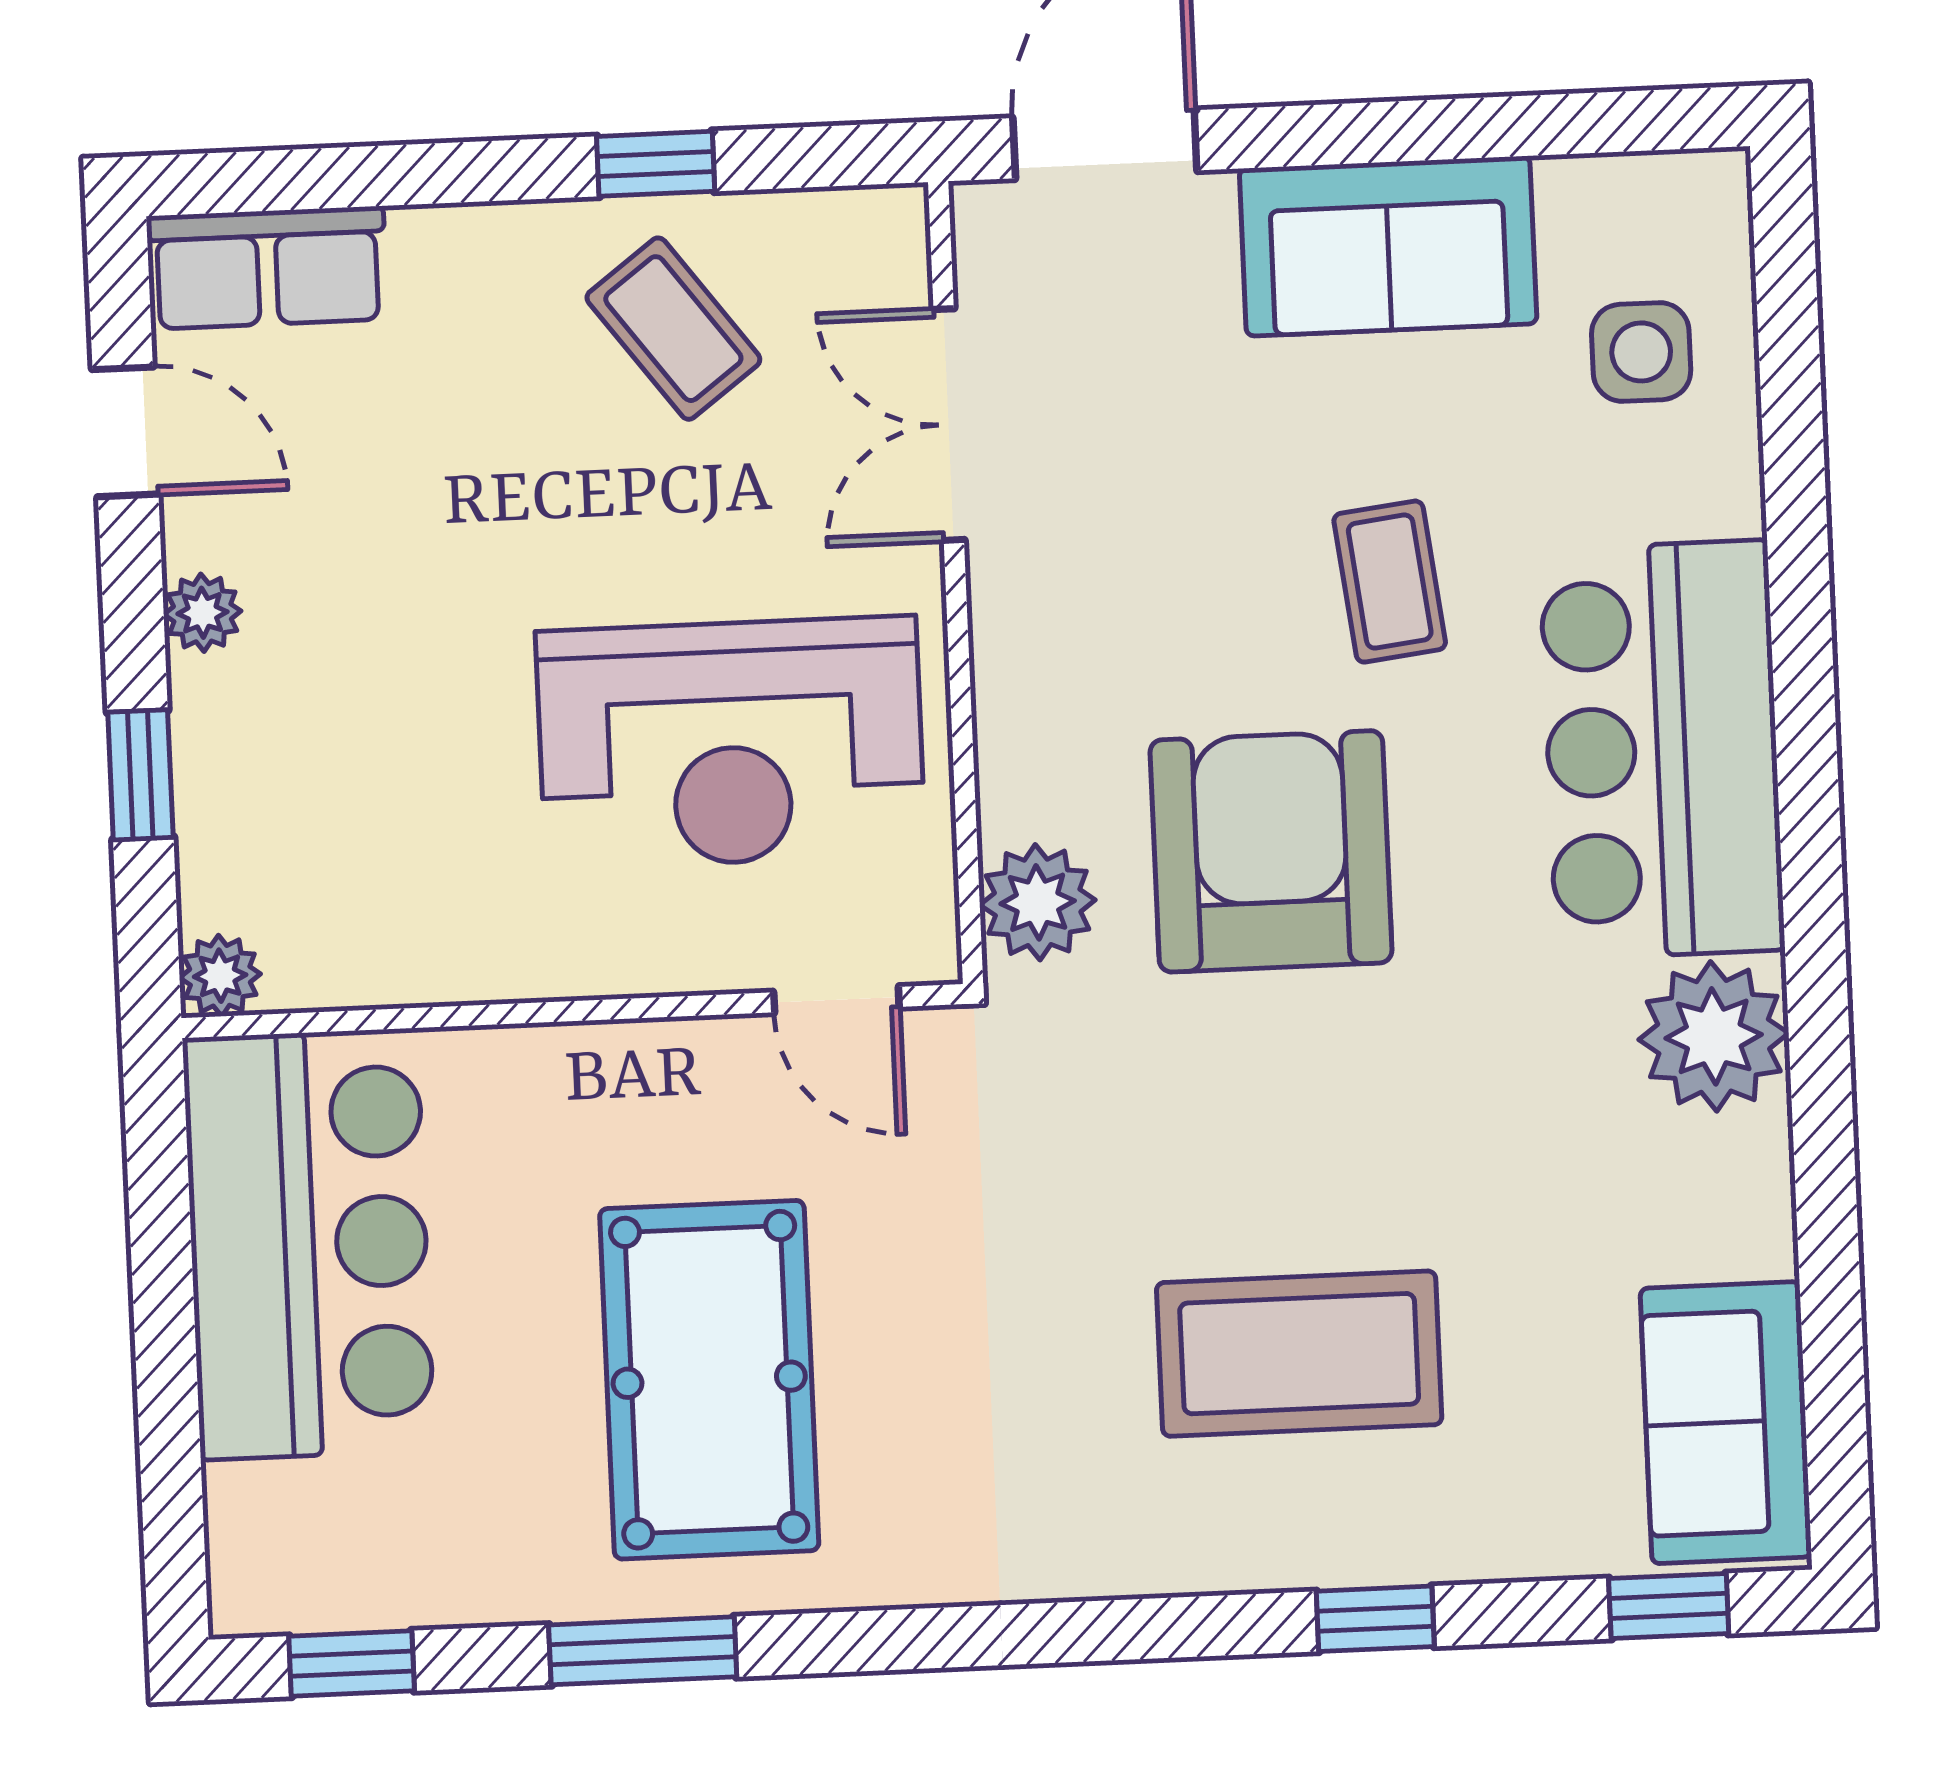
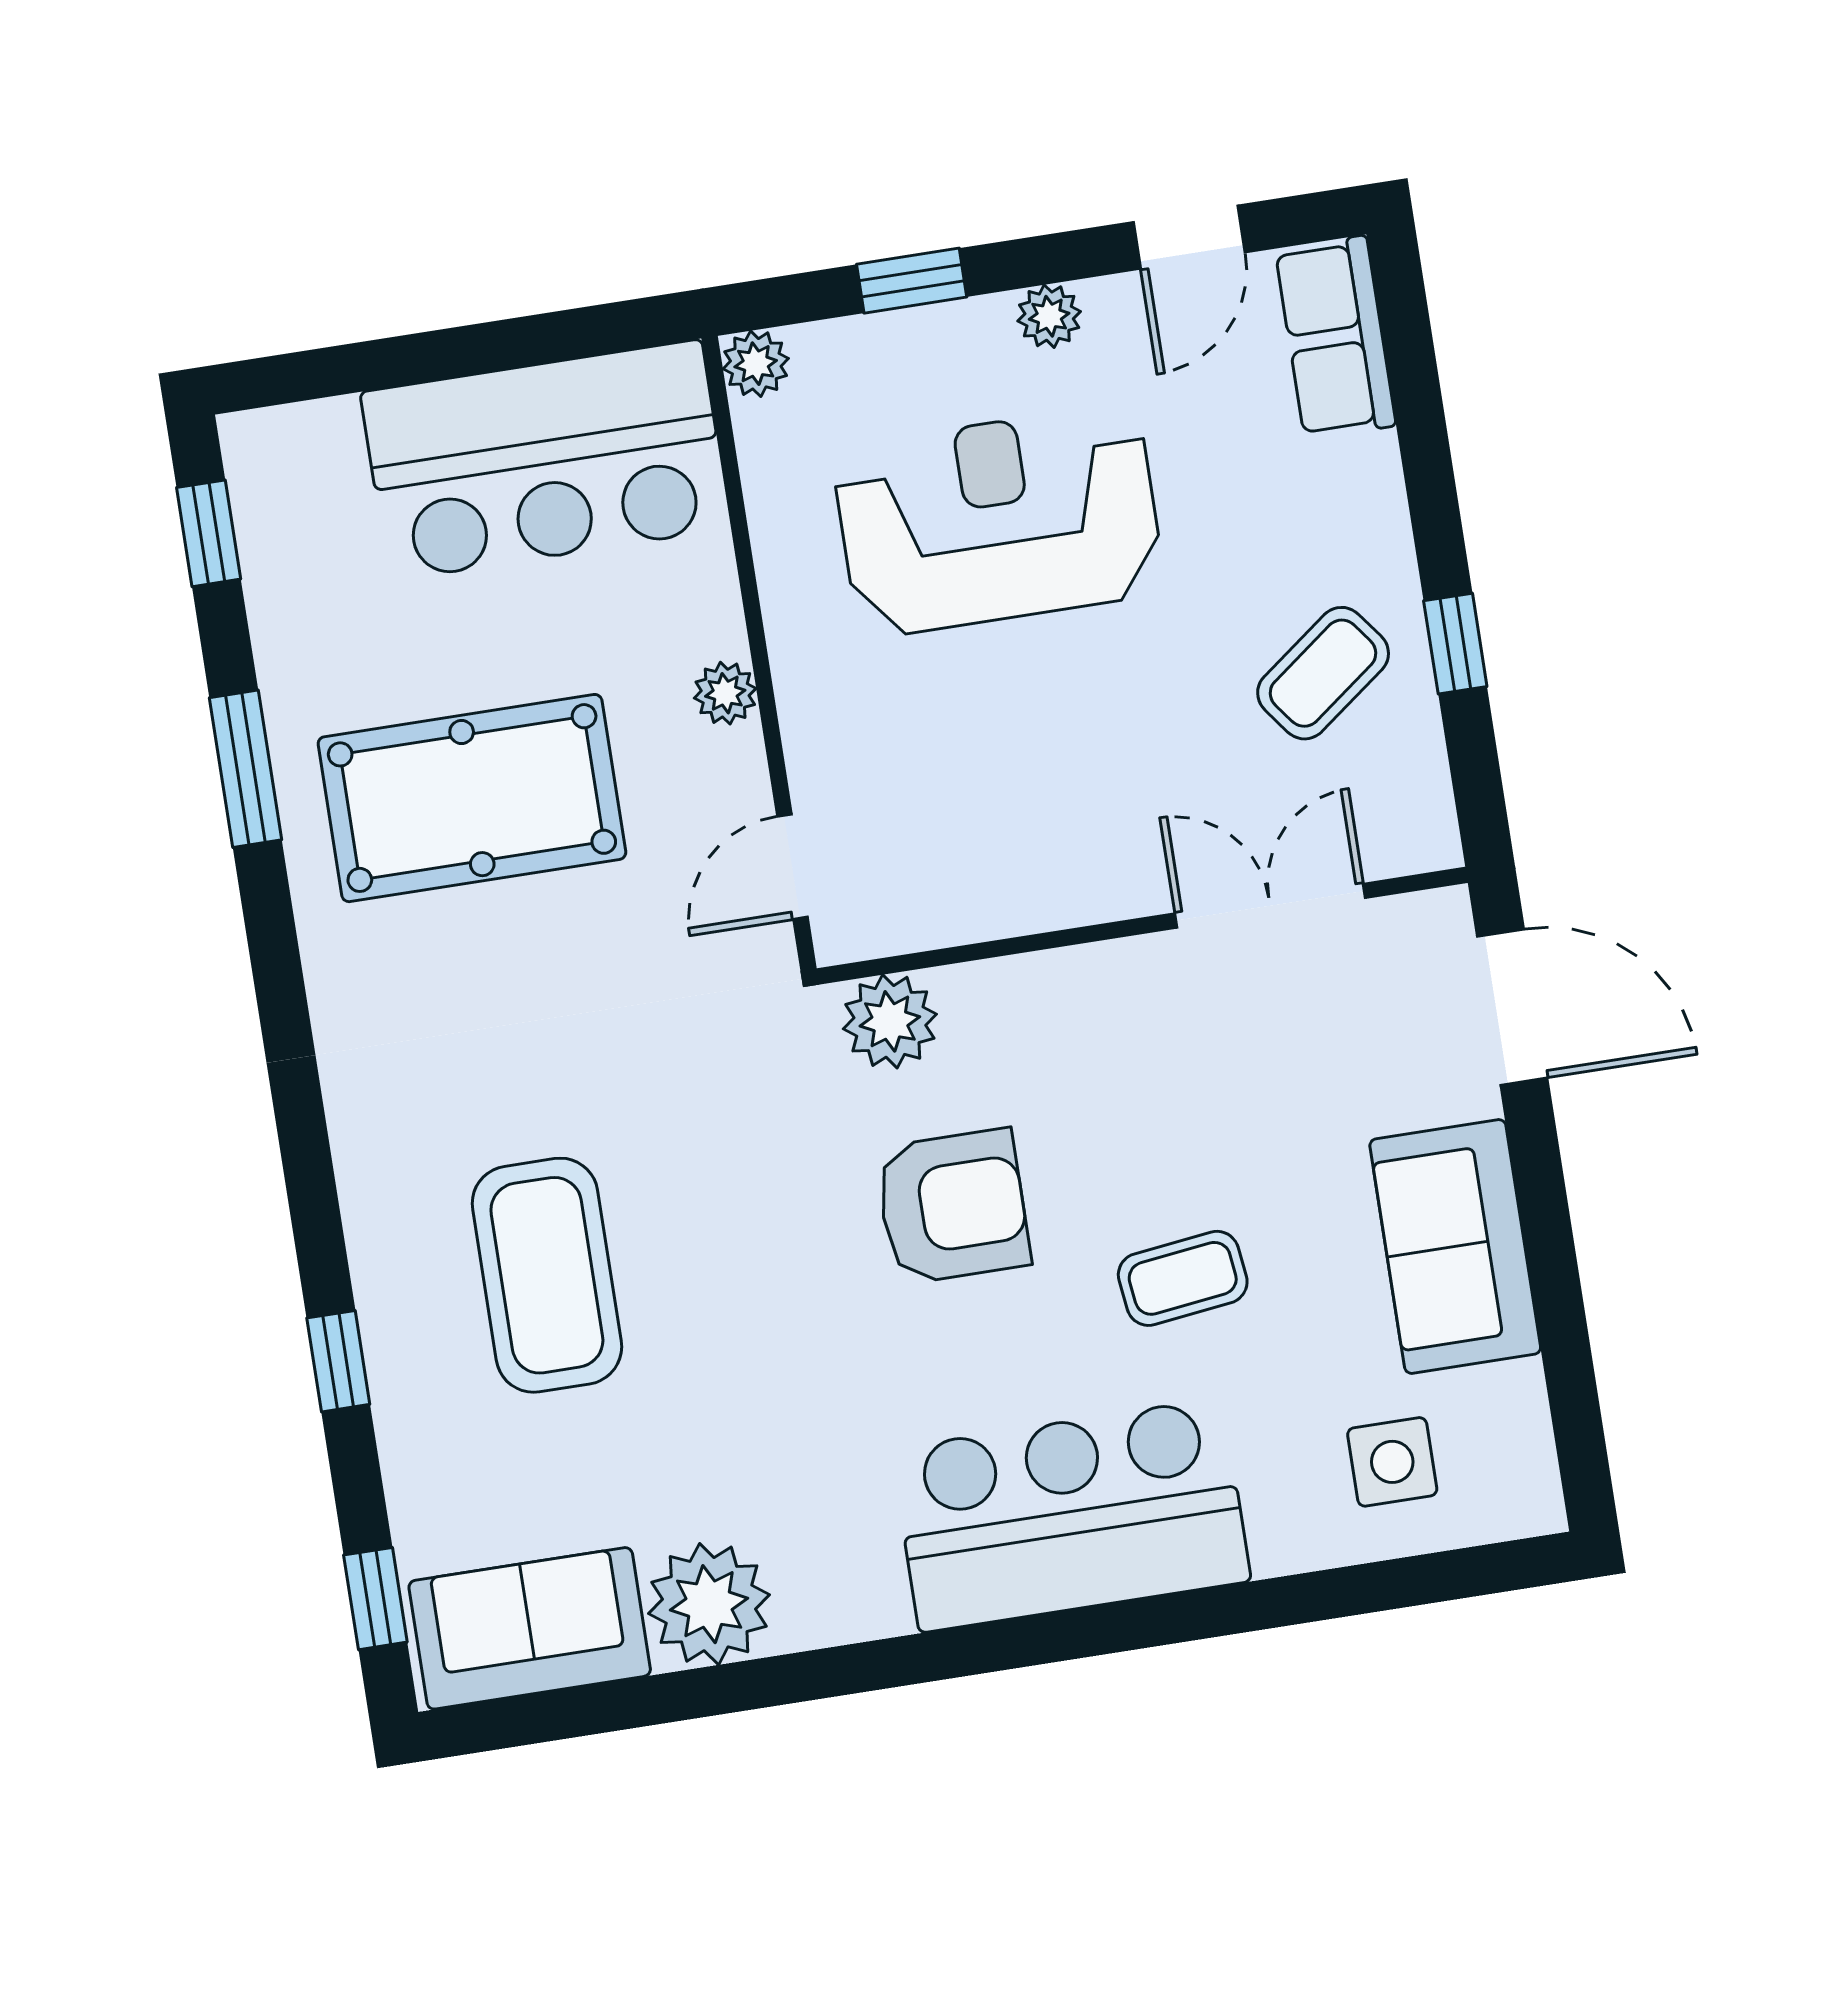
reception desk: (731, 743) -> (999, 520), moved, turned 90
armchair: (1271, 851) -> (953, 1207), width x0.73, depth x0.73
plant: (1714, 1036) -> (709, 1604), moved
plant: (616, 1058) -> (725, 693), added

